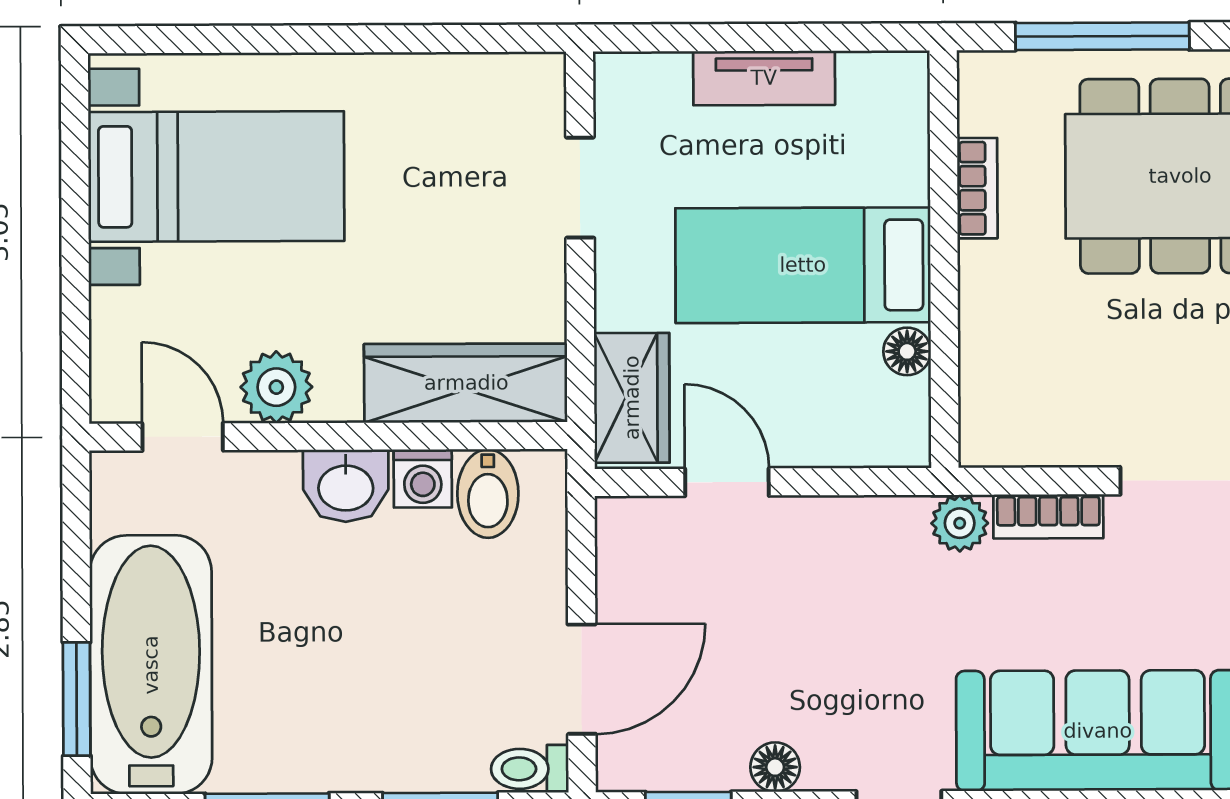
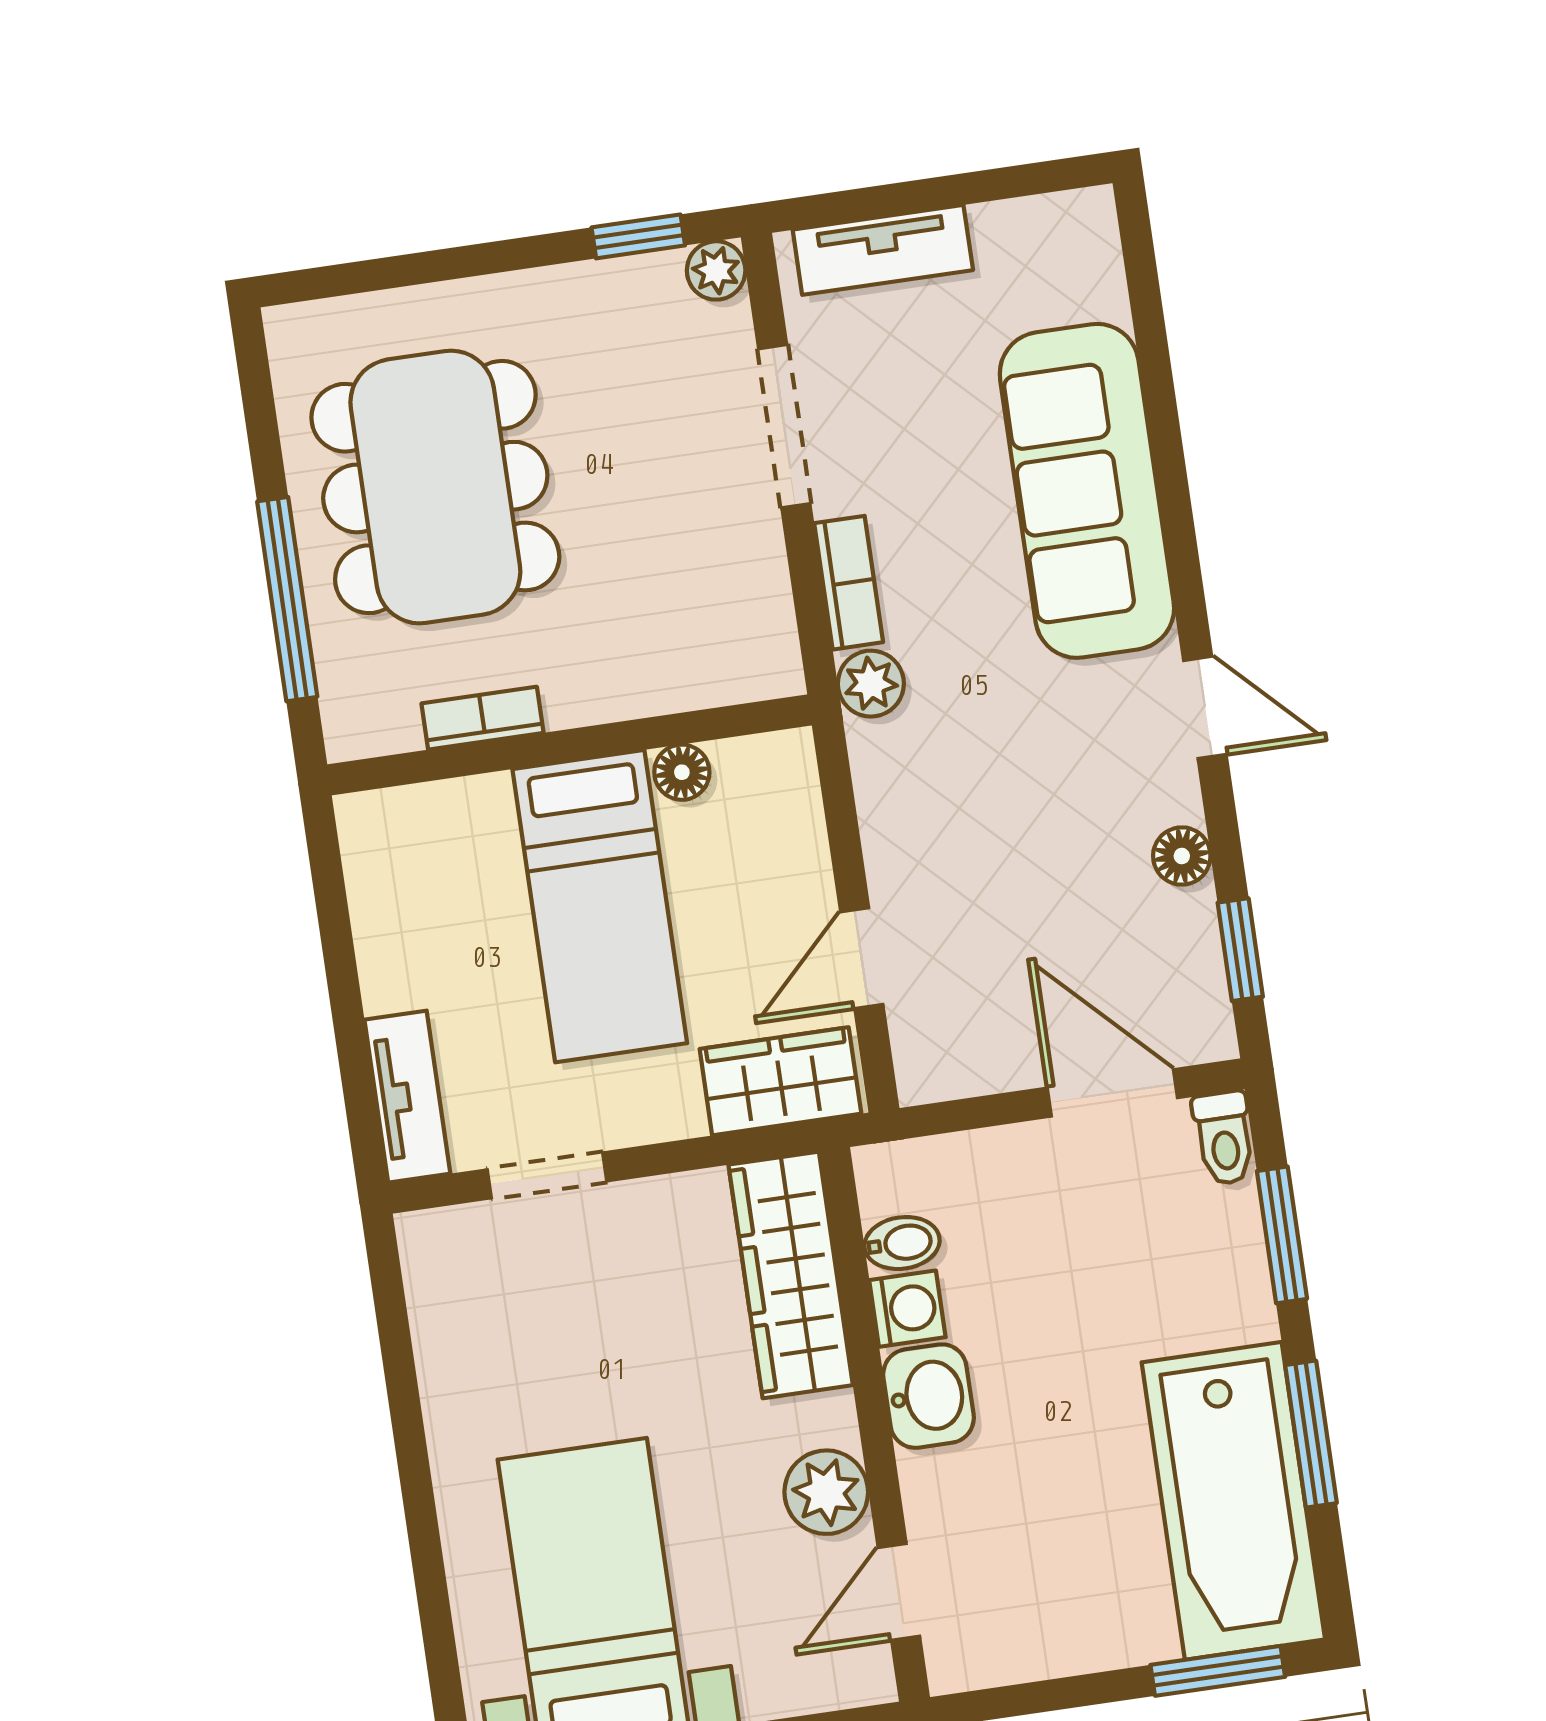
tv unit: (764, 78) -> (407, 1097), moved
bidet: (488, 494) -> (902, 1243), width x0.72, depth x0.74
bathtub: (151, 665) -> (1233, 1501), moved, turned -90

